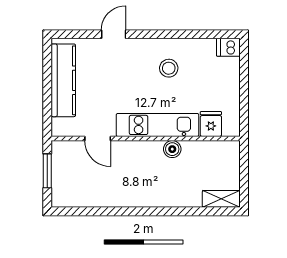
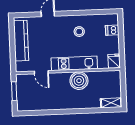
dishwasher: (228, 47) -> (112, 30), moved
fridge: (211, 124) -> (114, 61), moved
boiler: (172, 149) -> (79, 81), width x1.86, depth x1.86

